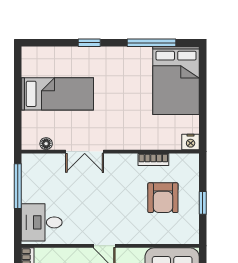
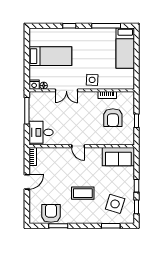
bed: (176, 81) -> (125, 48), width x0.67
side table: (128, 134) -> (92, 80), added
nightstand: (191, 142) -> (34, 85), moved

